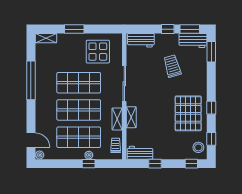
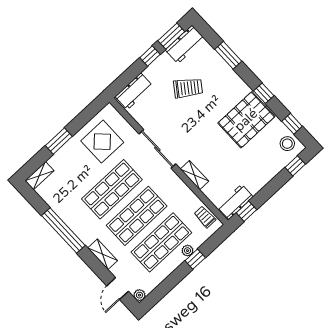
window: (211, 52) -> (228, 55), moved
trolley: (172, 66) -> (188, 88), turned 142
pallet: (188, 113) -> (246, 120), turned 90
shelving: (117, 119) -> (103, 254), moved
door: (31, 140) -> (118, 289), swing flipped
window: (155, 164) -> (246, 211), moved

